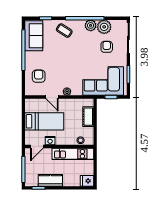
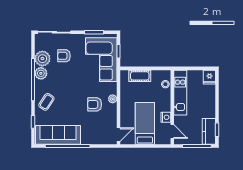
sofa: (34, 36) -> (58, 135), width x1.36
armchair: (39, 76) -> (95, 104), moved
door: (52, 97) -> (119, 135), moved
kitchen counter: (50, 180) -> (209, 131), moved

